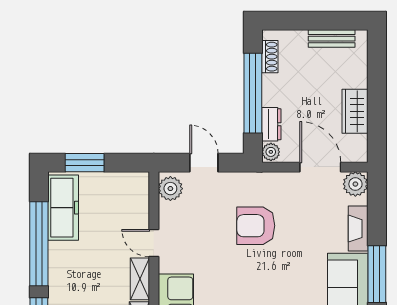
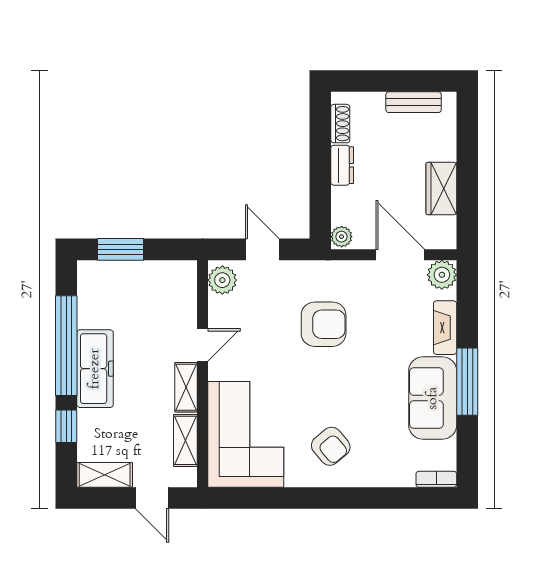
window: (253, 93) -> (320, 167), removed
dresser: (271, 124) -> (342, 165), moved
freezer: (63, 208) -> (95, 369), moved
armchair: (256, 226) -> (324, 324), turned 180
door: (154, 243) -> (203, 345), swing flipped

